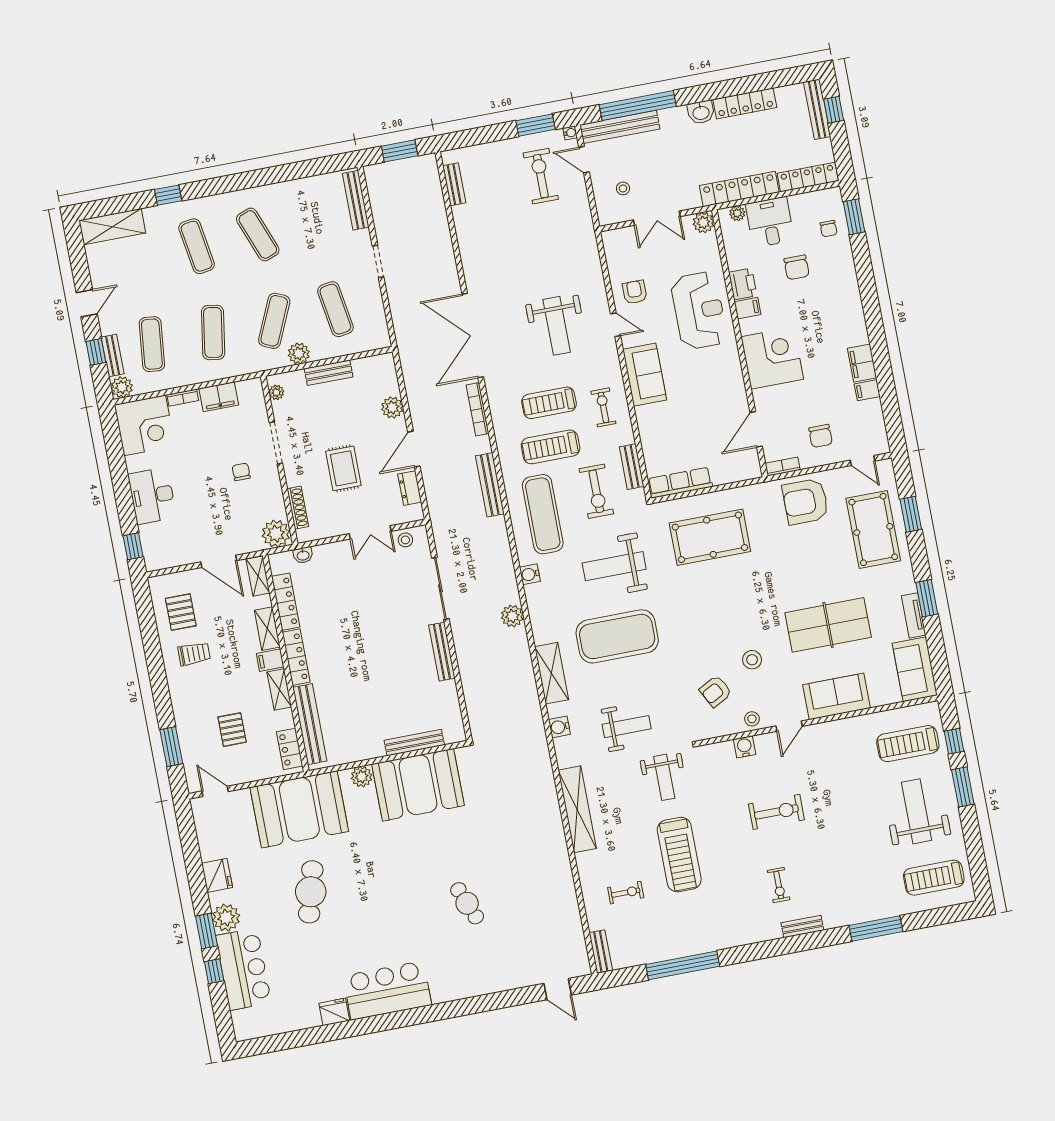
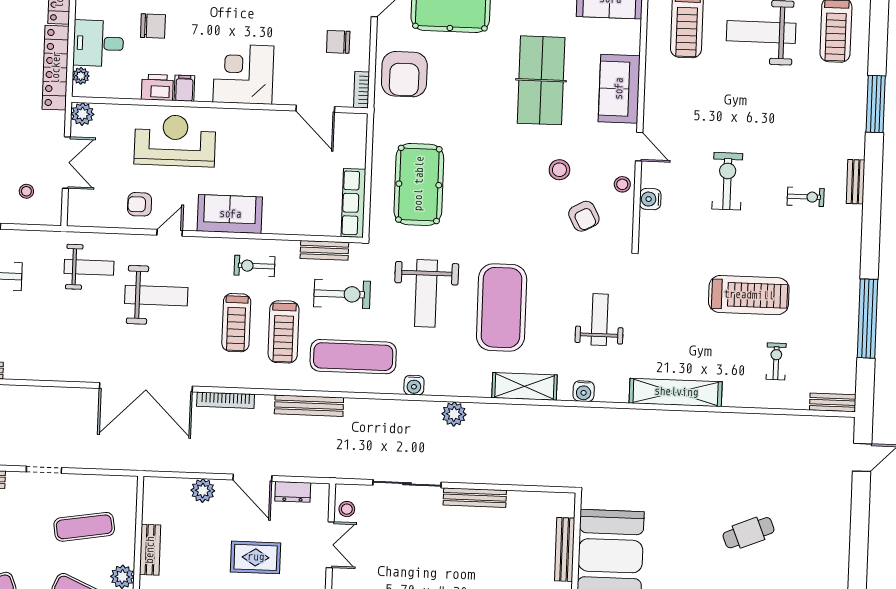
chair: (821, 436) -> (338, 42), turned 180
weight bench: (664, 777) -> (89, 267), moved

